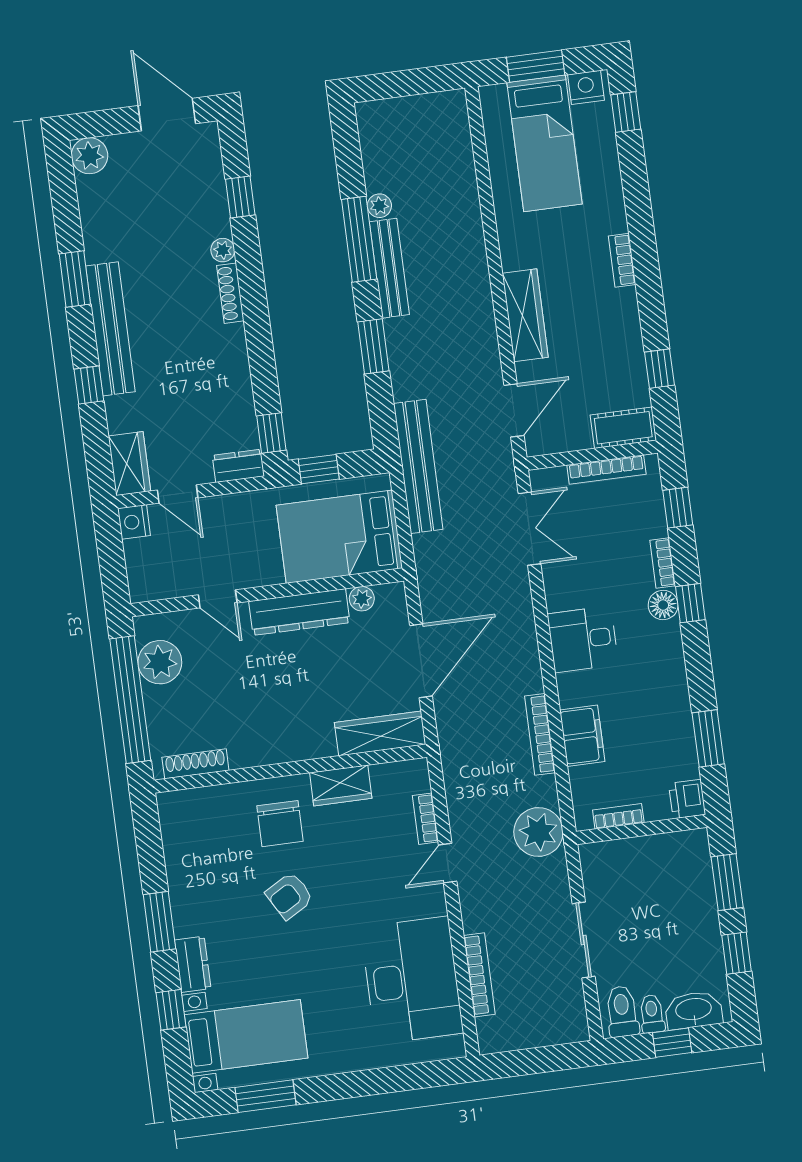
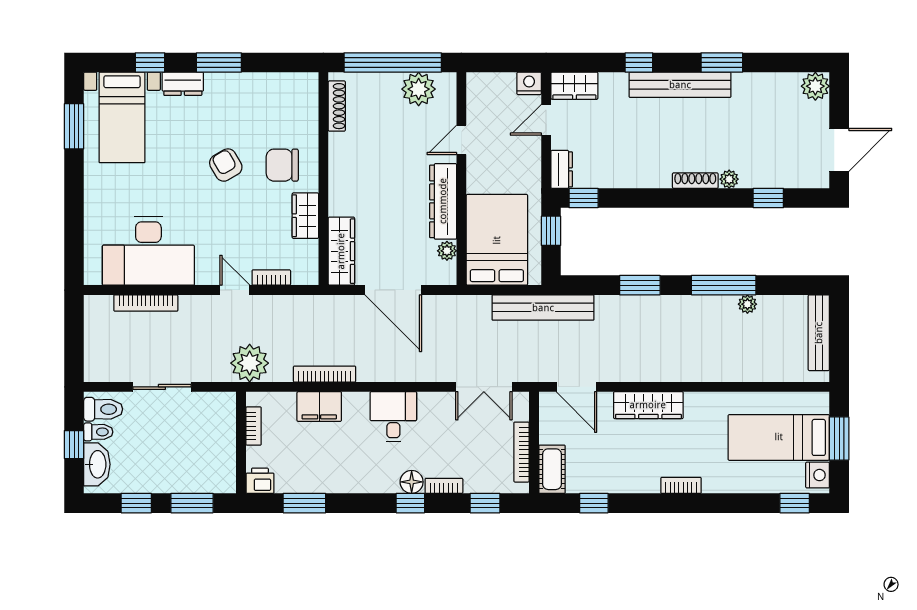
bench: (389, 268) -> (819, 333), moved, turned 90

